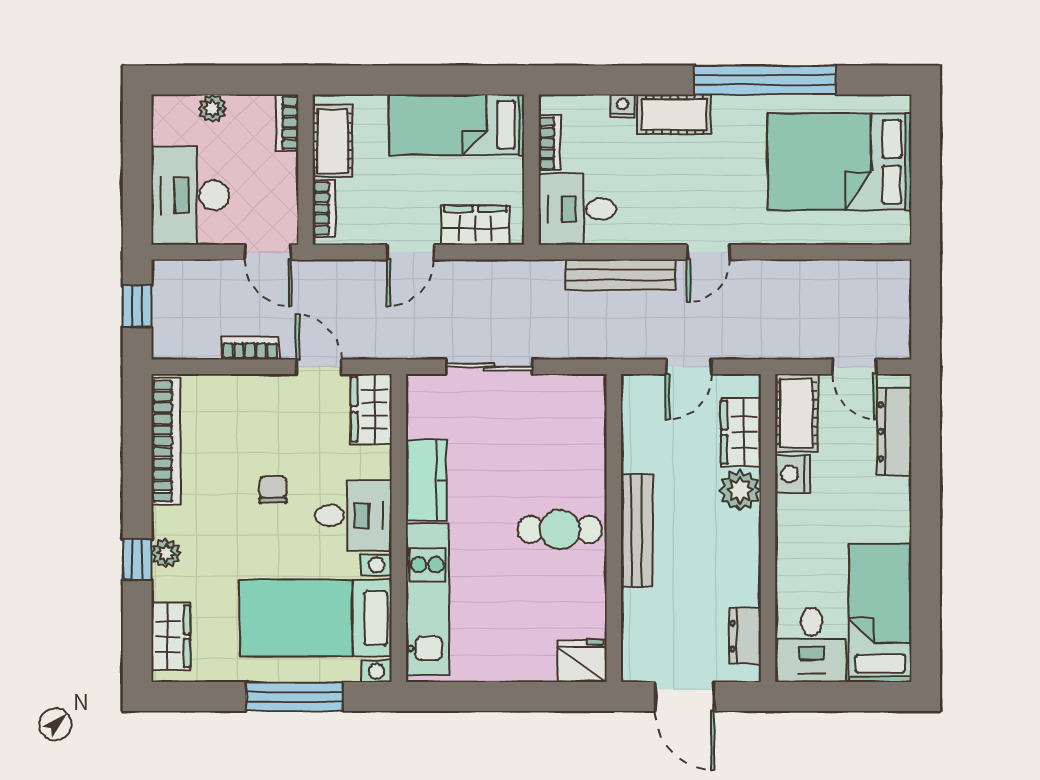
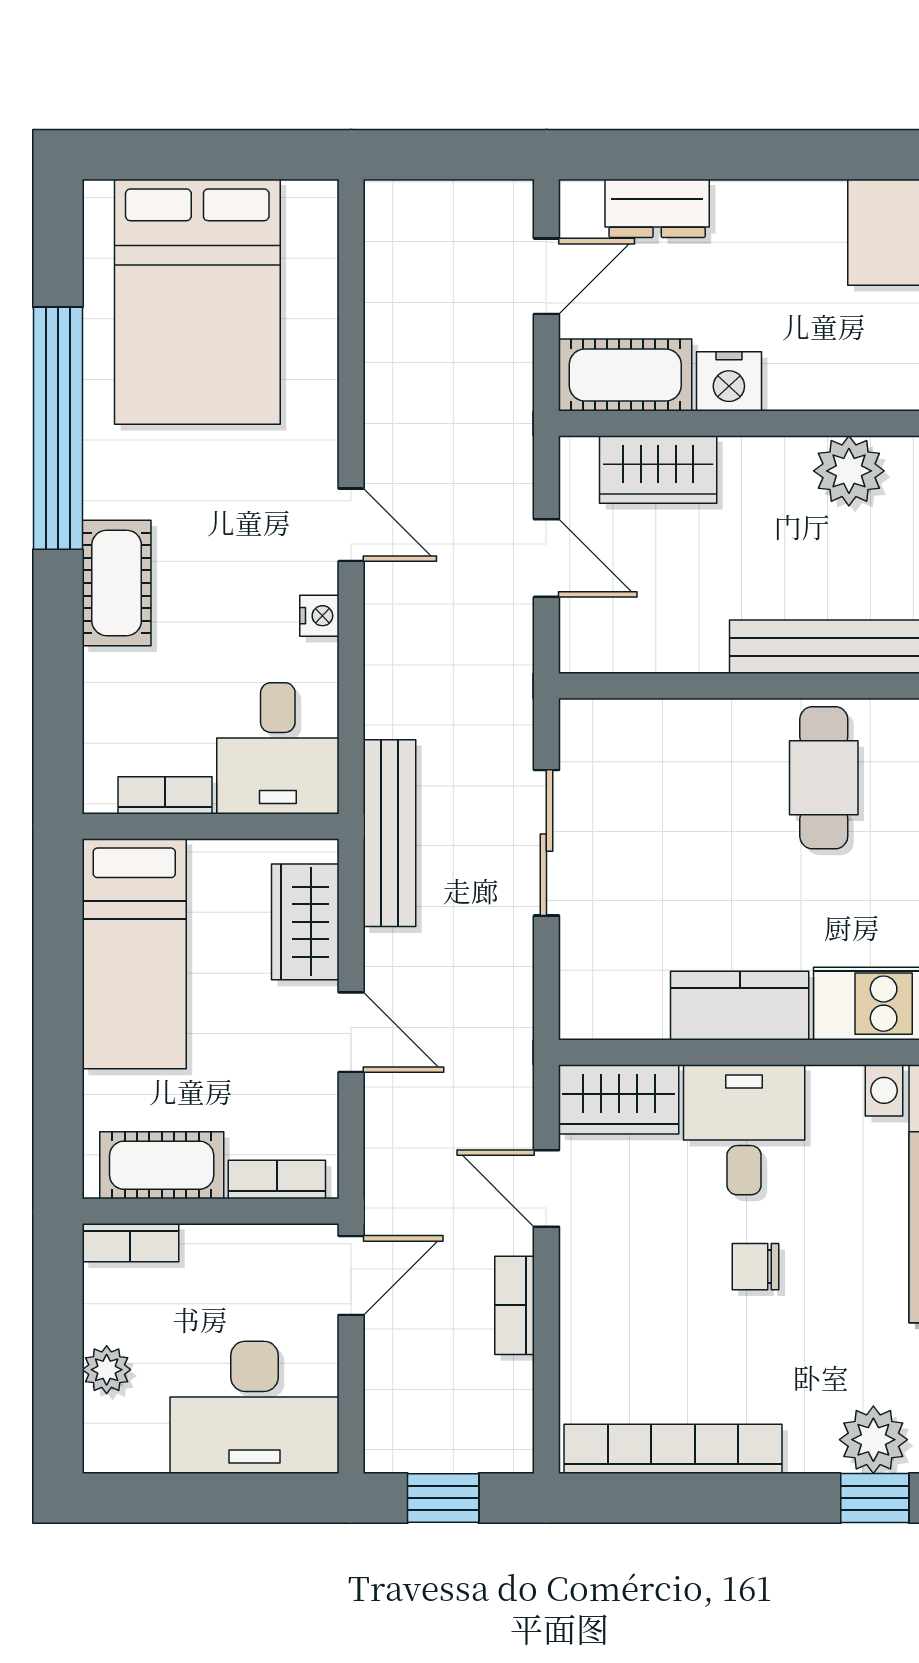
nightstand: (622, 106) -> (319, 616), moved, turned 180
bench: (620, 275) -> (389, 833), moved
door: (319, 367) -> (546, 1188), hinge flipped
sliding door: (489, 367) -> (546, 843), moved
dresser: (894, 432) -> (657, 208), width x0.70
plant: (740, 490) -> (849, 471), moved
desk: (353, 516) -> (744, 1130), moved
plant: (166, 553) -> (873, 1440), width x1.38, depth x1.38

